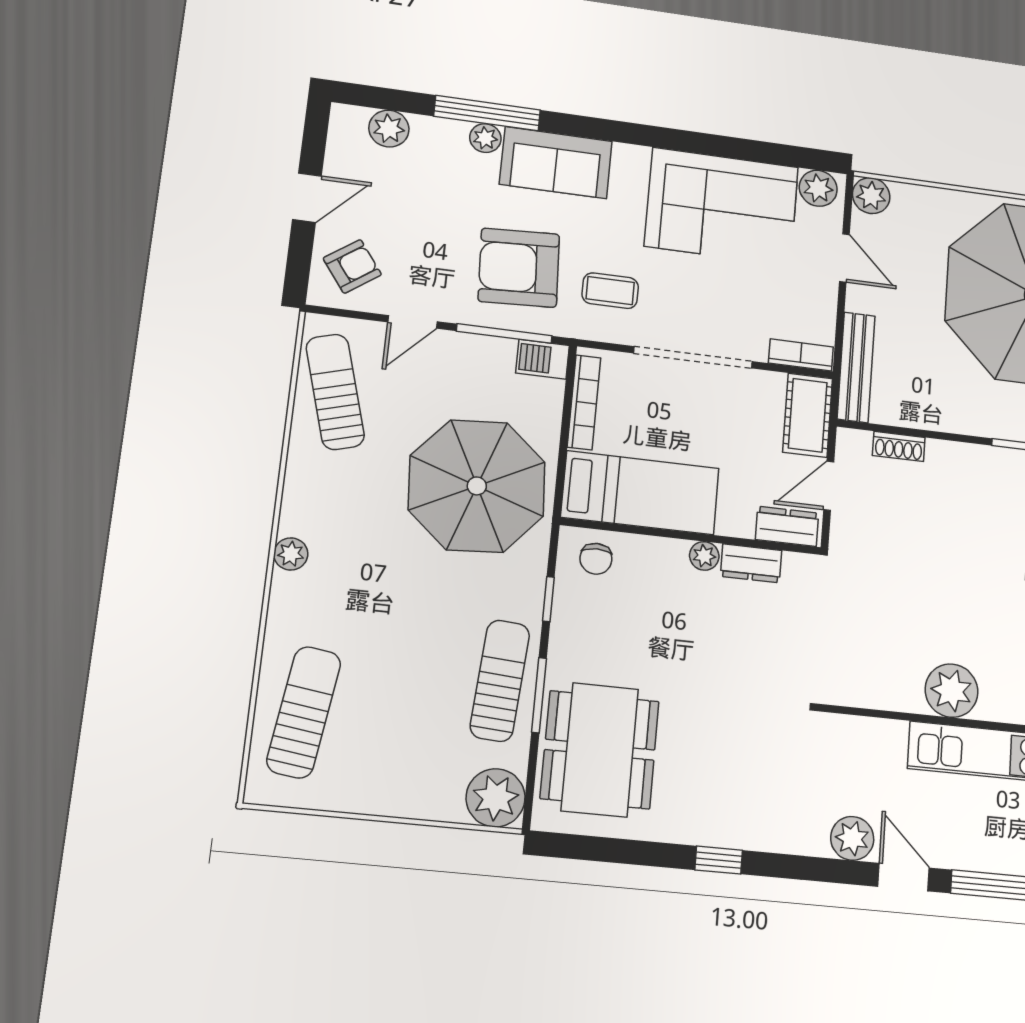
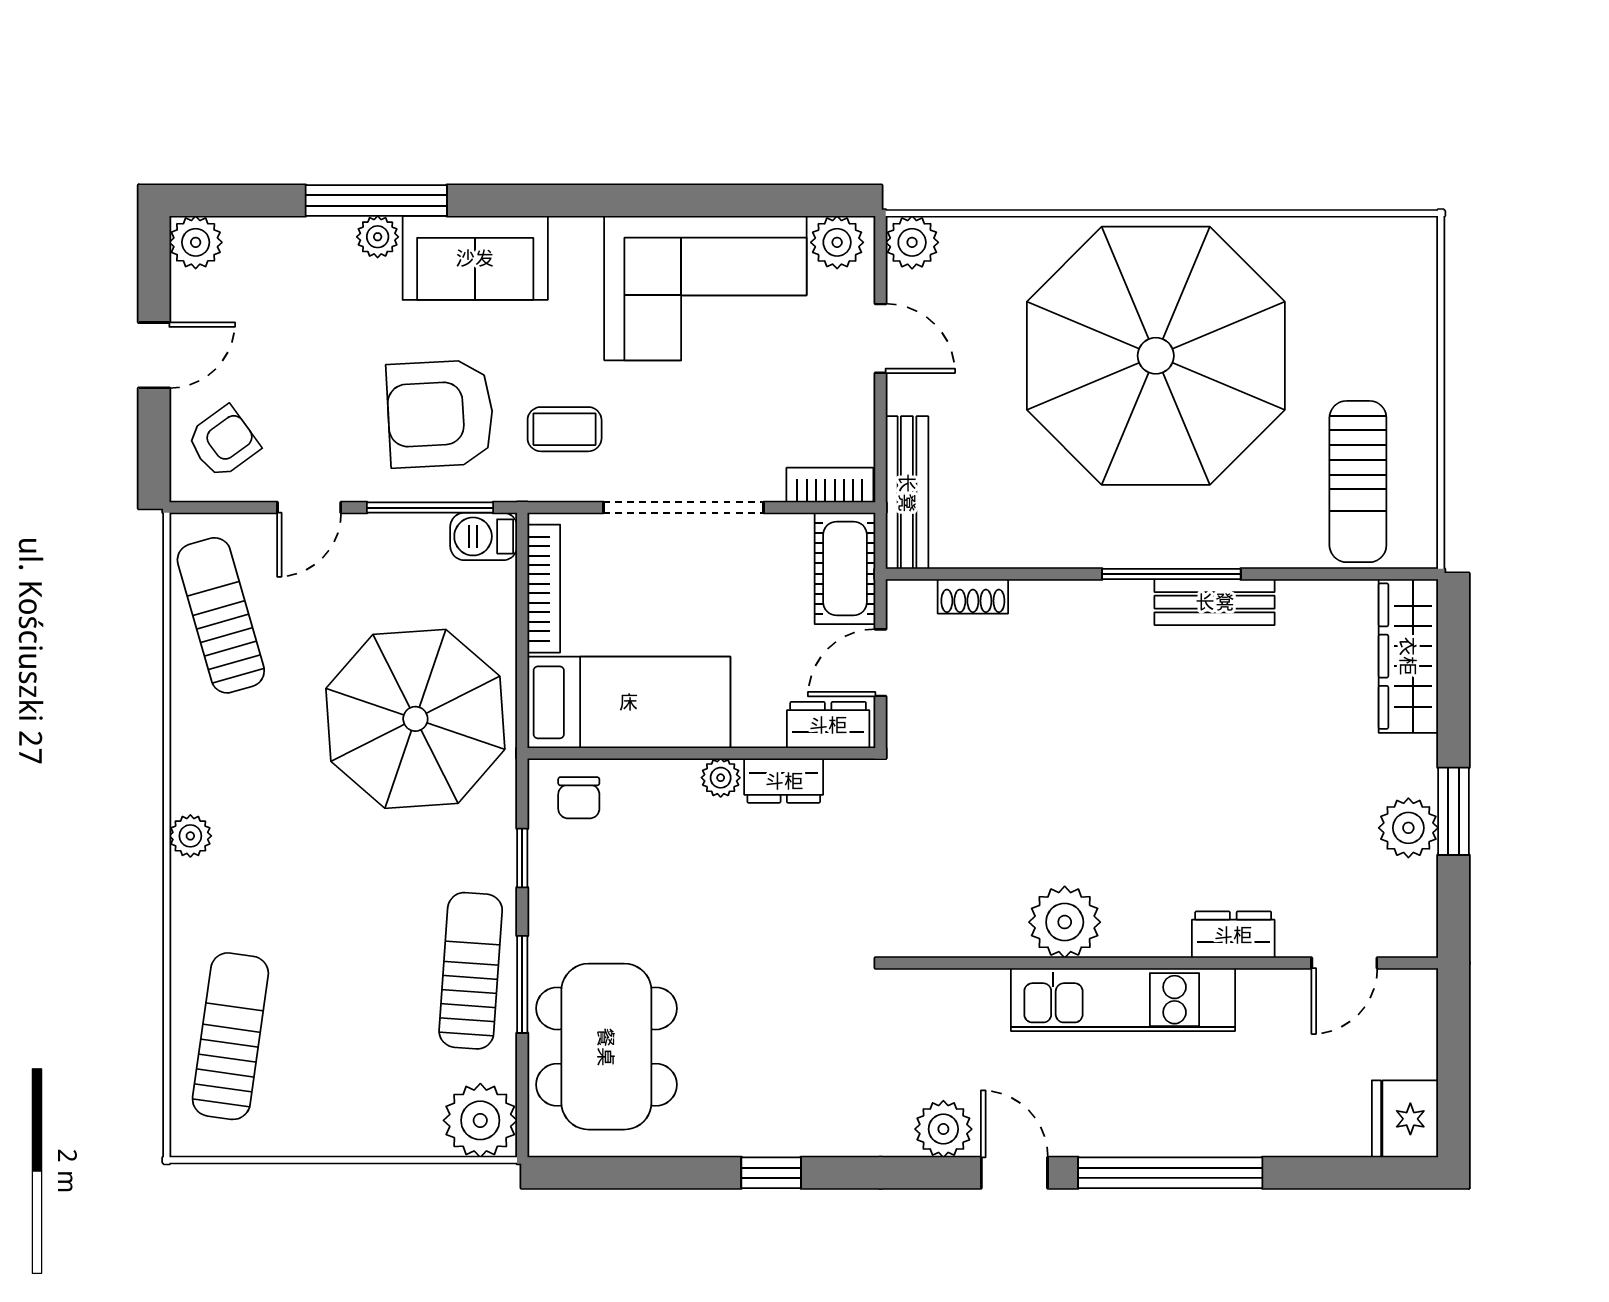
plant: (389, 129) -> (196, 242), moved

